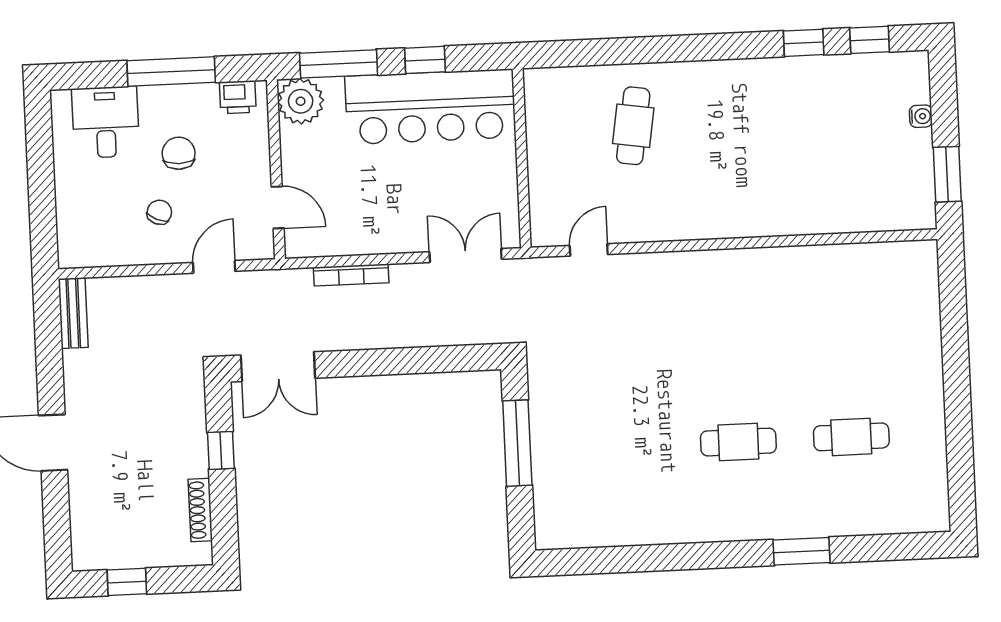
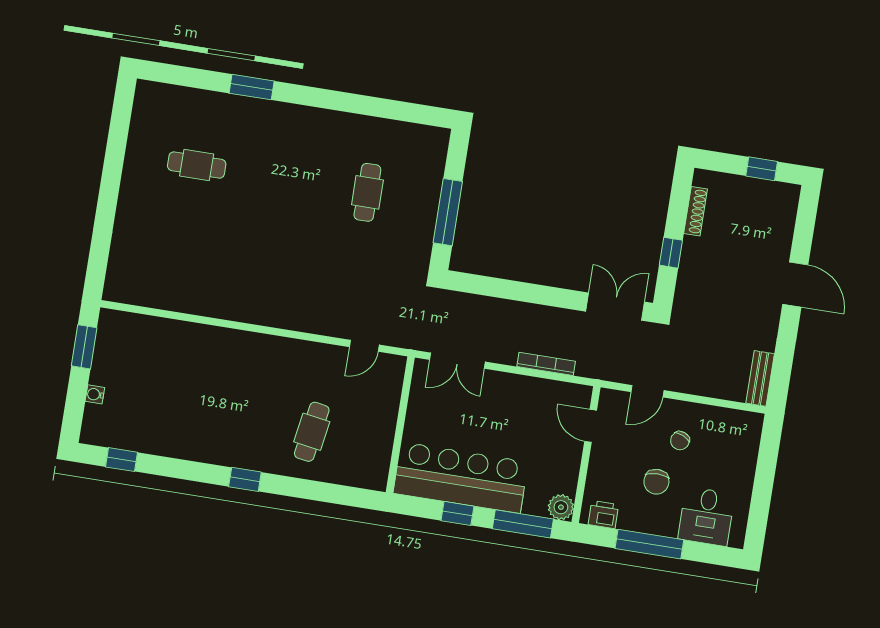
window: (804, 43) -> (245, 479), moved
plant: (301, 101) -> (561, 507), width x0.73, depth x0.73
cafe table: (738, 442) -> (367, 192), moved, turned 90

